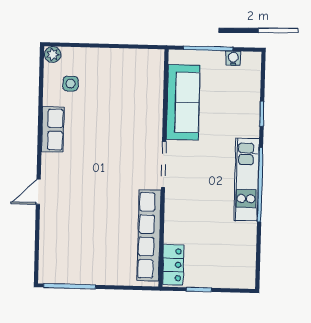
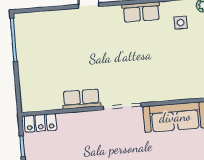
row of seats: (149, 235) -> (81, 99), width x0.50

